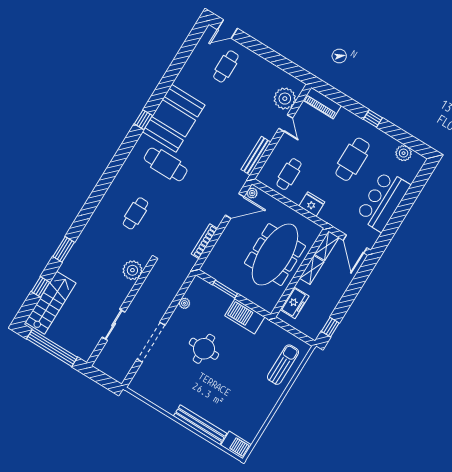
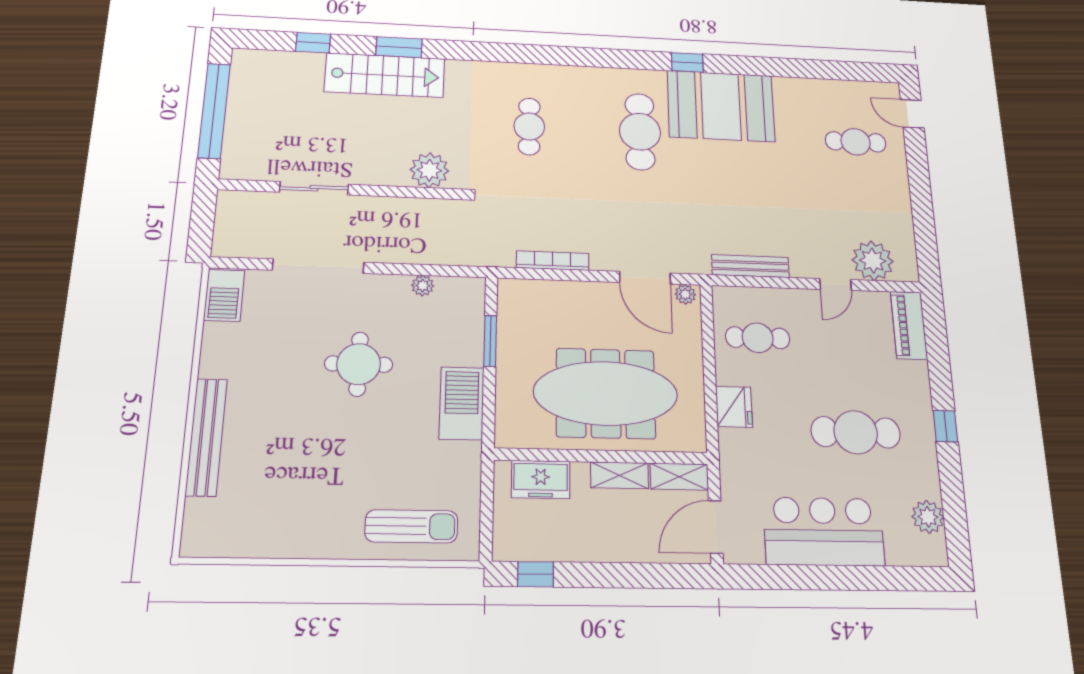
cafe table: (135, 213) -> (529, 126), turned 90
stairs: (51, 303) -> (385, 75), moved
barbecue: (236, 445) -> (224, 295), moved

